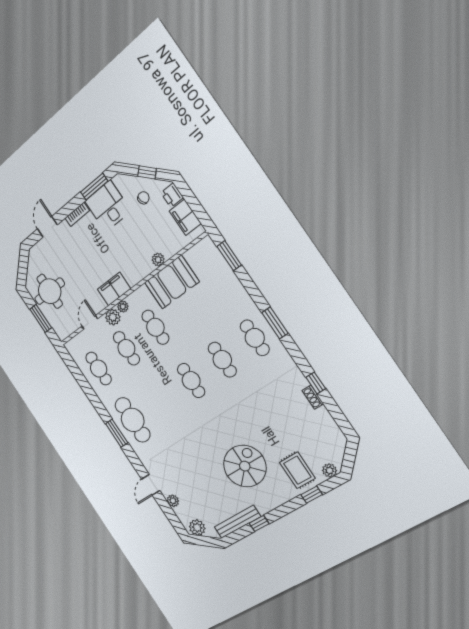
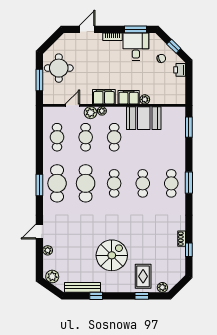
filing cabinet: (185, 217) -> (129, 97), moved, turned 90
window: (316, 383) -> (189, 250), moved
cafe table: (161, 401) -> (86, 183), added

